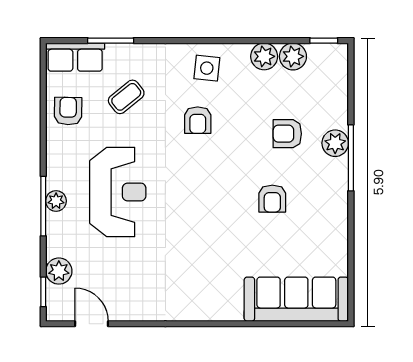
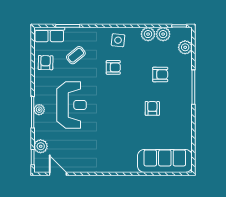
armchair: (198, 120) -> (113, 67), turned -90
armchair: (287, 134) -> (160, 74), turned 180
plant: (335, 143) -> (185, 47), moved
armchair: (272, 199) -> (152, 108), turned 180

